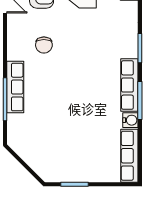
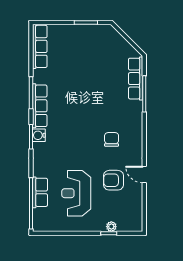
row of seats: (15, 87) -> (136, 79), moved
water cooler: (130, 120) -> (39, 135), moved

